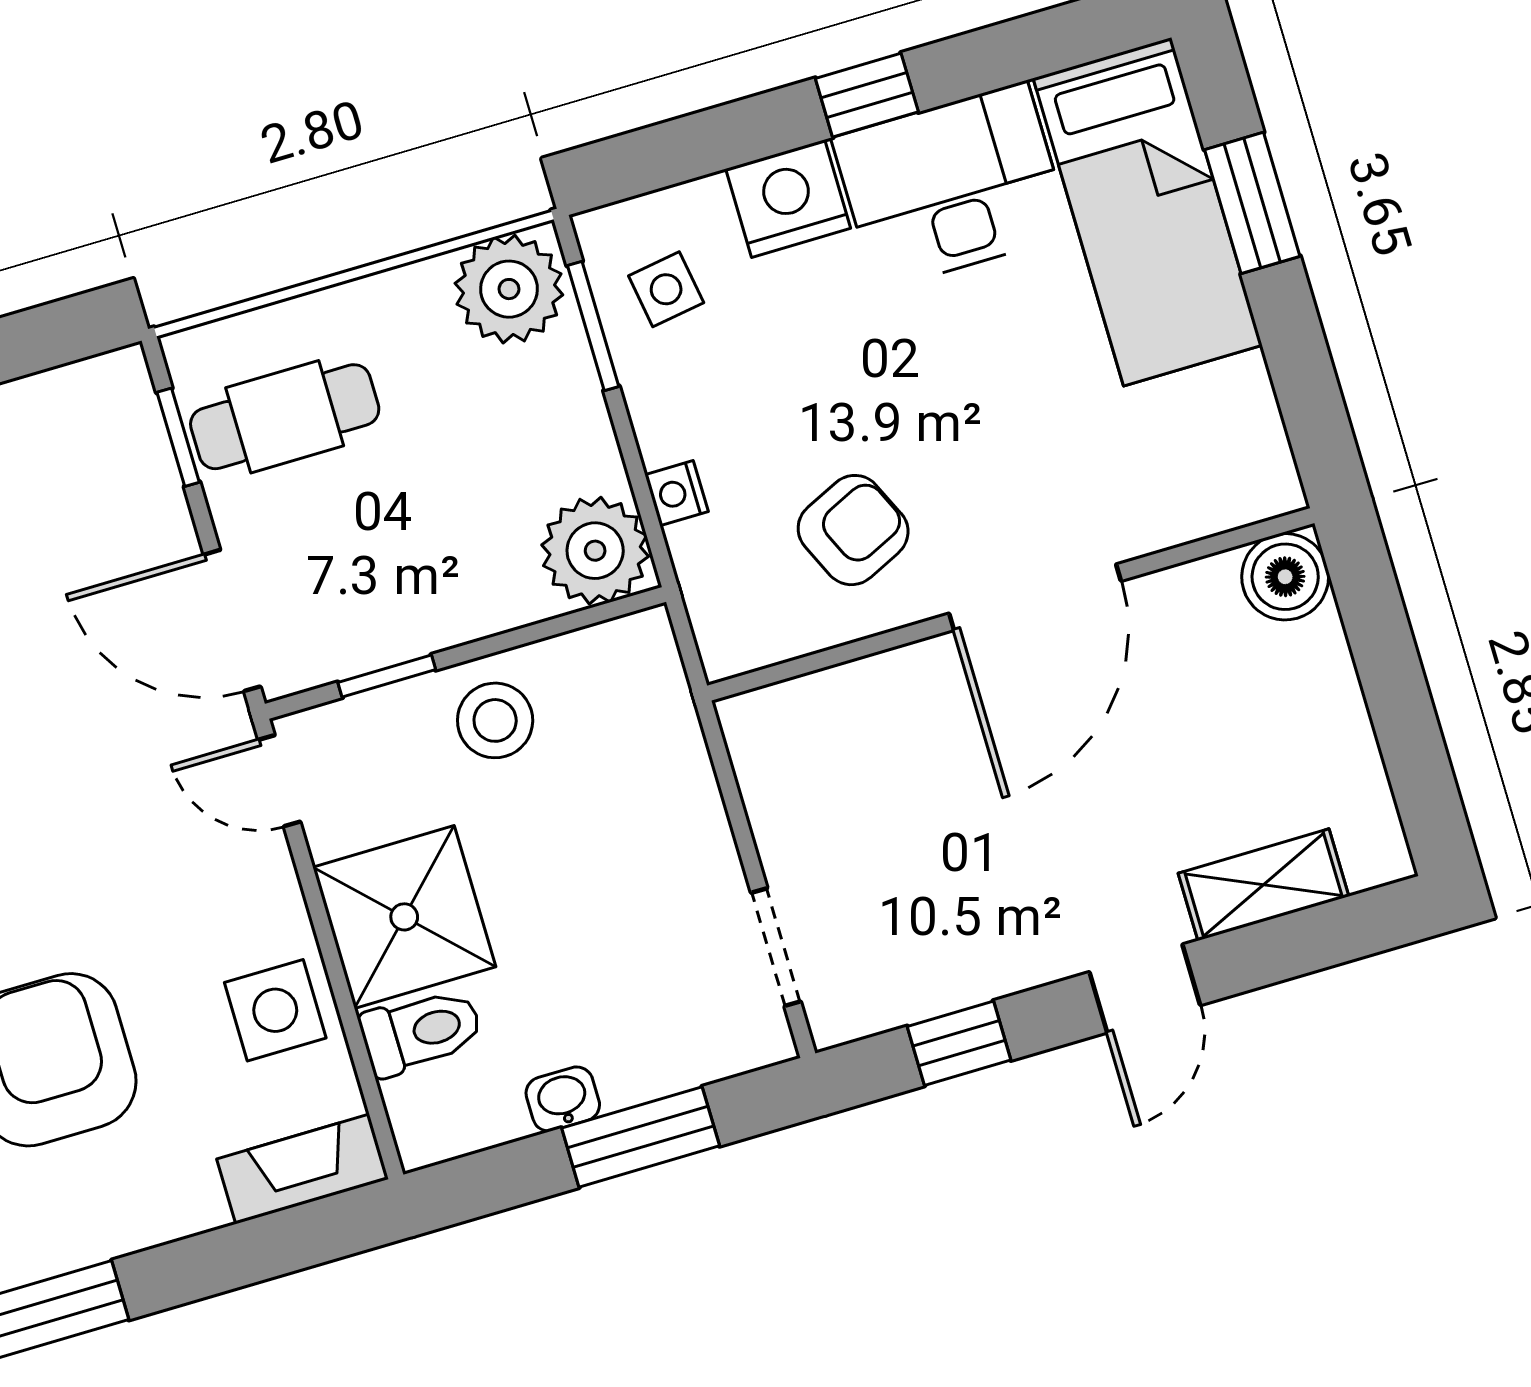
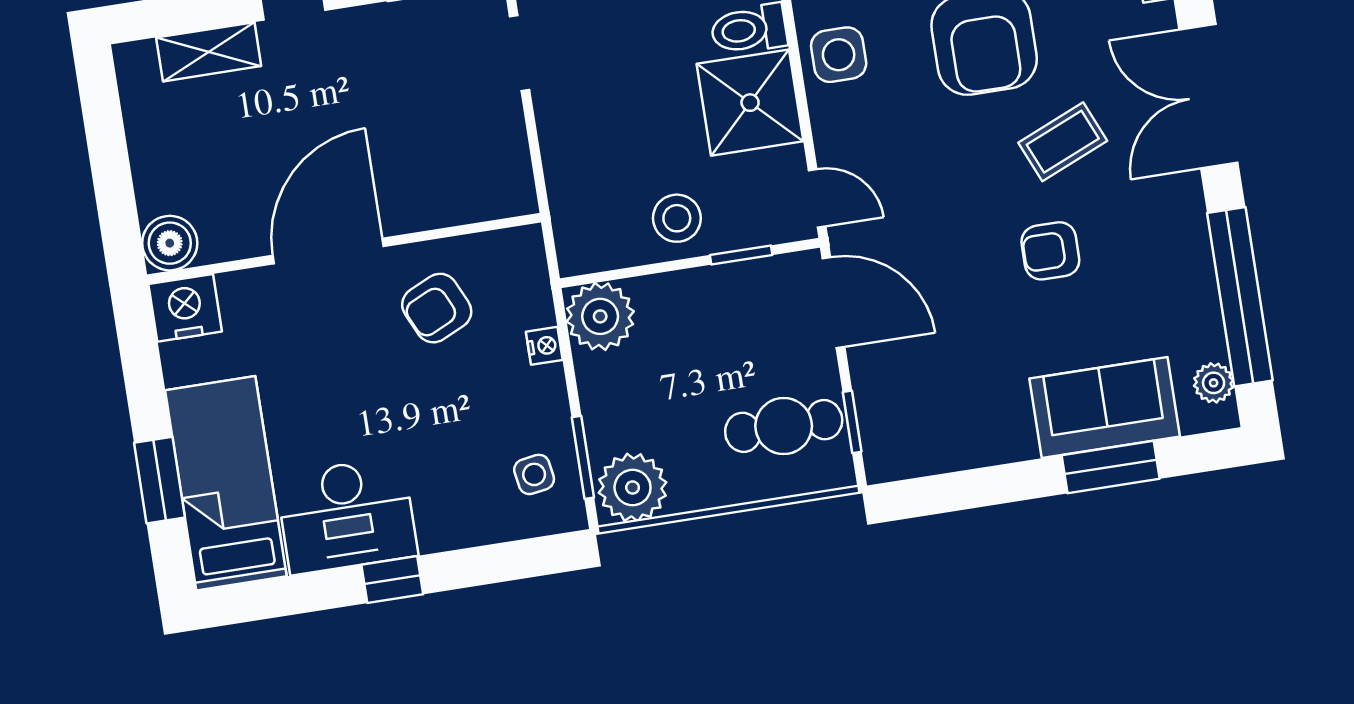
nightstand: (788, 199) -> (185, 308), moved, turned 180

